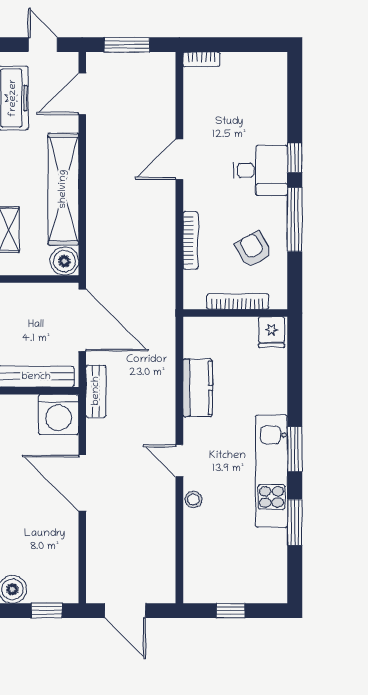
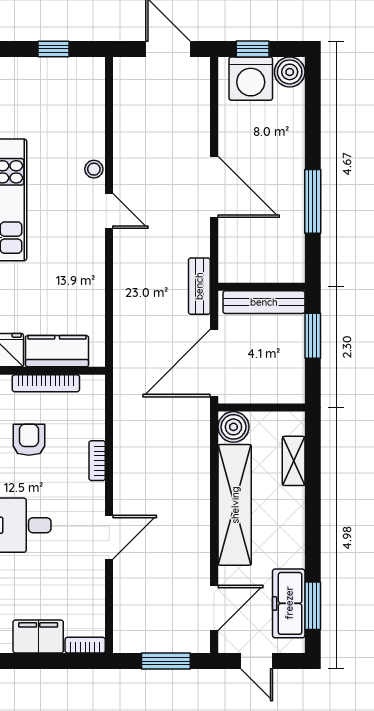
filing cabinet: (245, 67) -> (38, 637), added
bookcase: (190, 240) -> (97, 461), width x0.64
armchair: (253, 249) -> (29, 440), turned -151
door: (82, 320) -> (214, 363), hinge flipped
kitchen counter: (198, 388) -> (57, 351), moved, turned 90
washing machine: (59, 414) -> (251, 79), moved, turned 180

